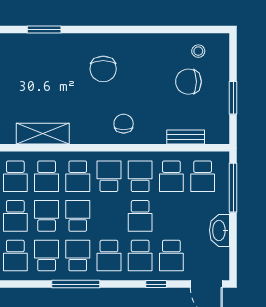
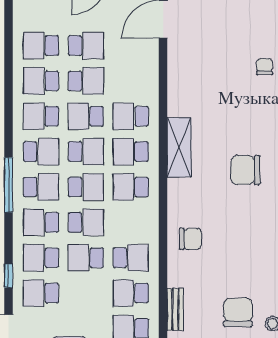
chair: (103, 69) -> (245, 170), moved
school desk: (109, 176) -> (86, 222), moved

